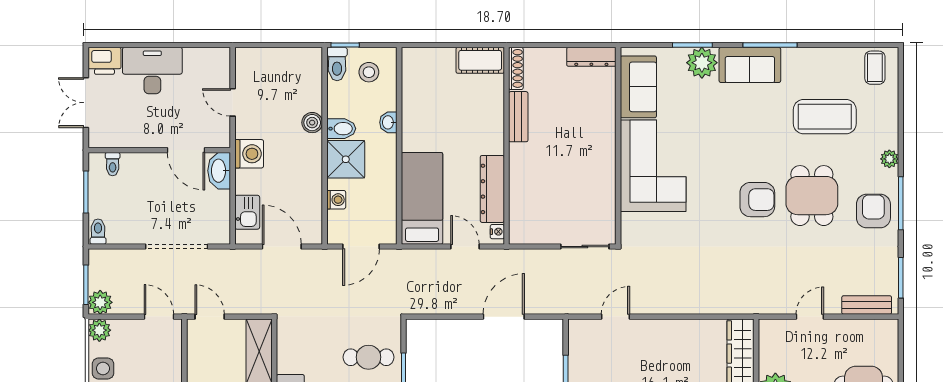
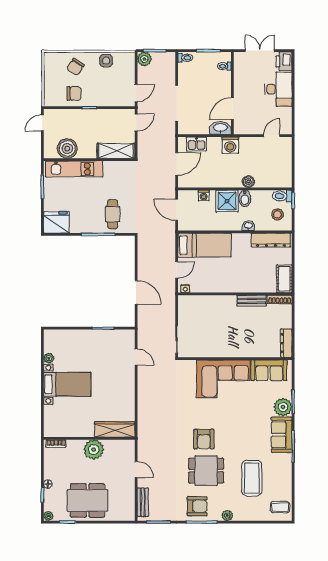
door: (233, 102) -> (272, 136), moved
dresser: (492, 189) -> (271, 240), moved, turned 180
plant: (99, 330) -> (128, 59), removed

